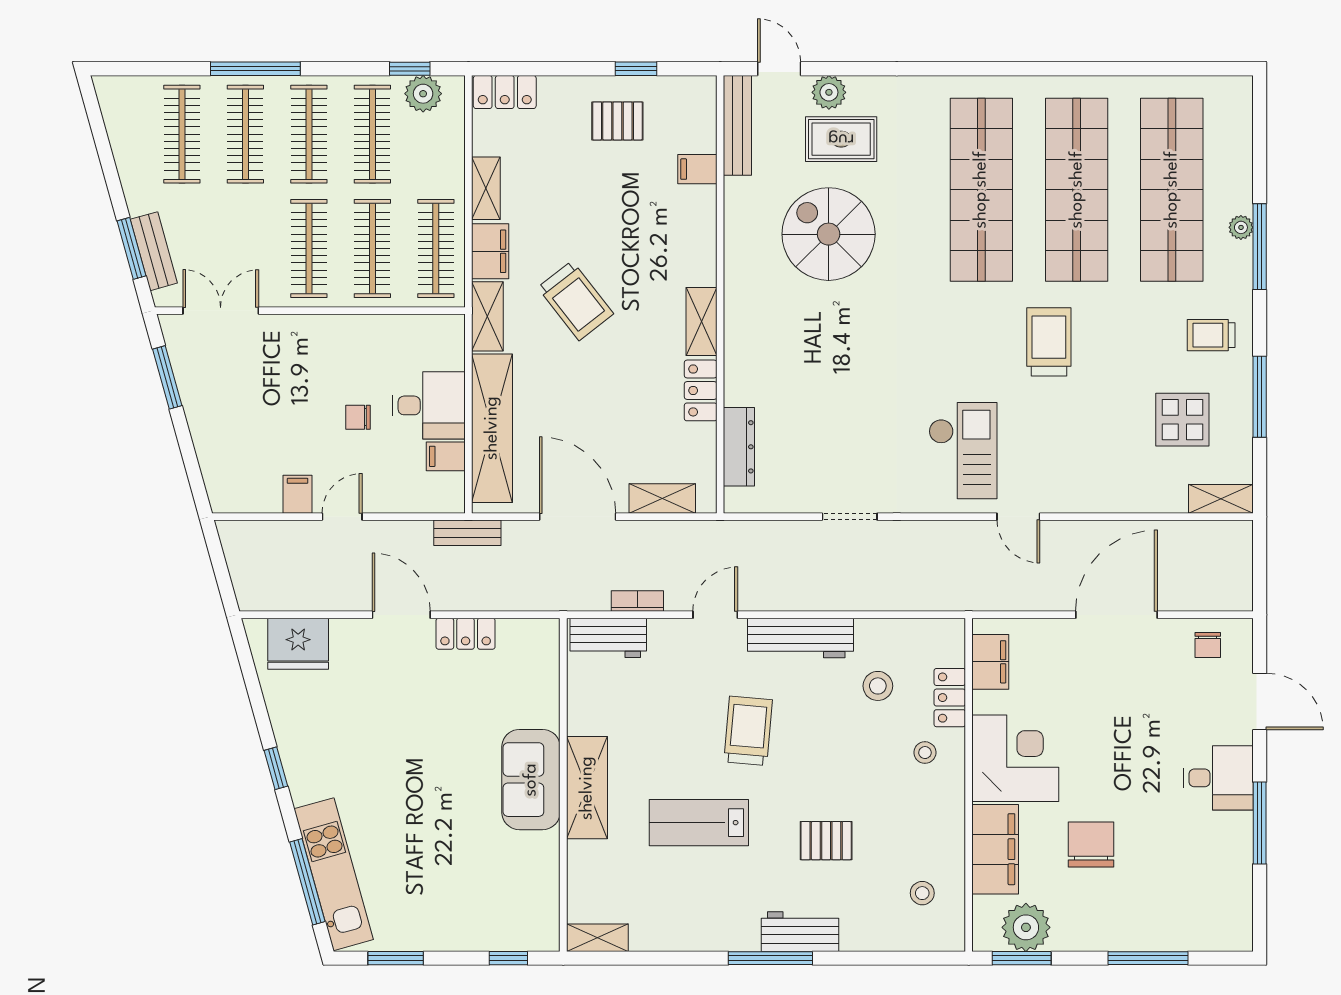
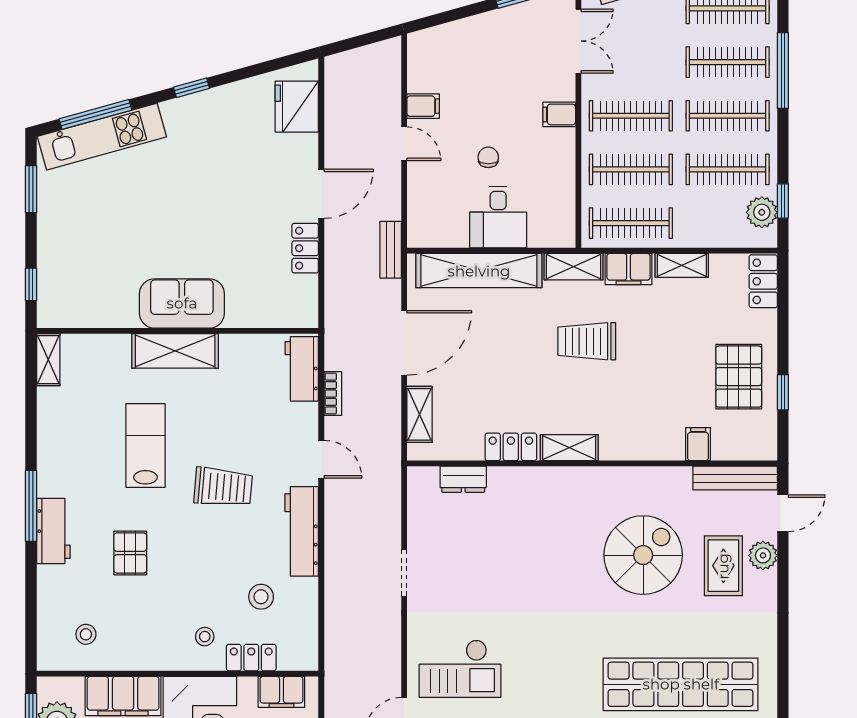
pallet: (617, 121) -> (739, 377), width x1.50, depth x1.42
trolley: (576, 301) -> (587, 341), turned 38
dresser: (739, 447) -> (463, 479), width x0.70
filing cabinet: (446, 456) -> (559, 114), moved, turned -90

